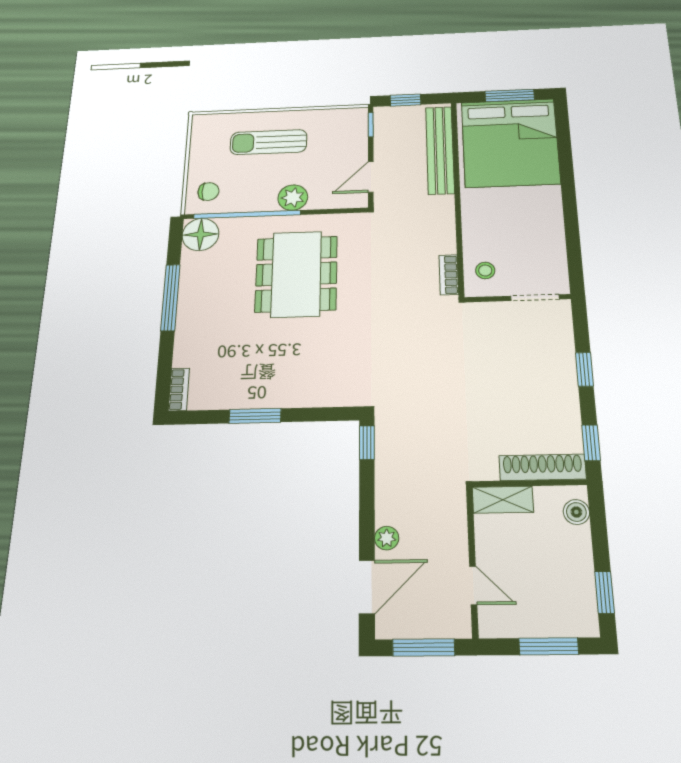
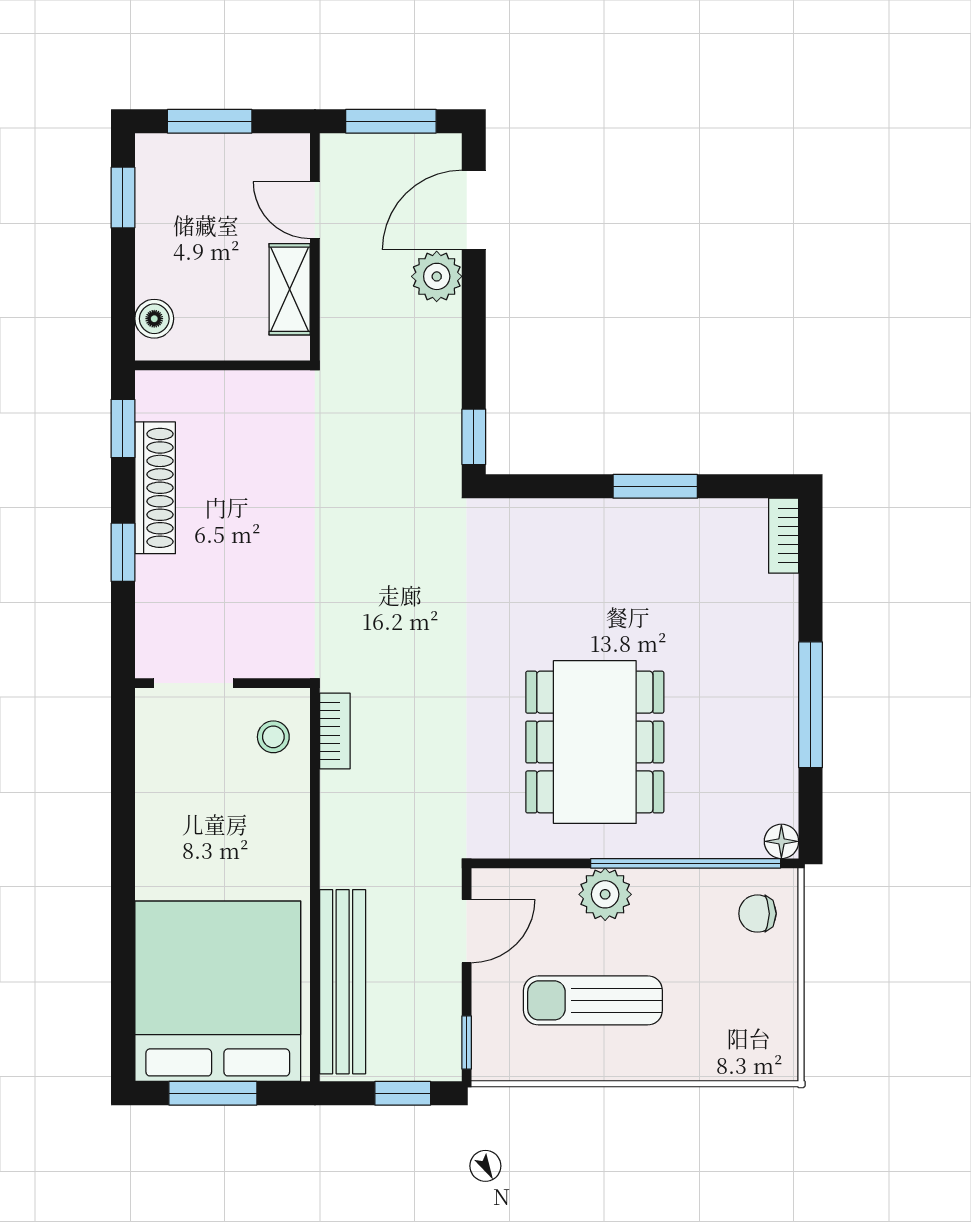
sun lounger: (268, 142) -> (593, 1000), moved, turned 180
floor lamp: (200, 234) -> (781, 841), width x0.53, depth x0.53
shoe rack: (542, 467) -> (155, 488), moved, turned -90
shelving: (503, 500) -> (290, 289), moved, turned 90
plant: (387, 538) -> (437, 276), width x1.38, depth x1.38

